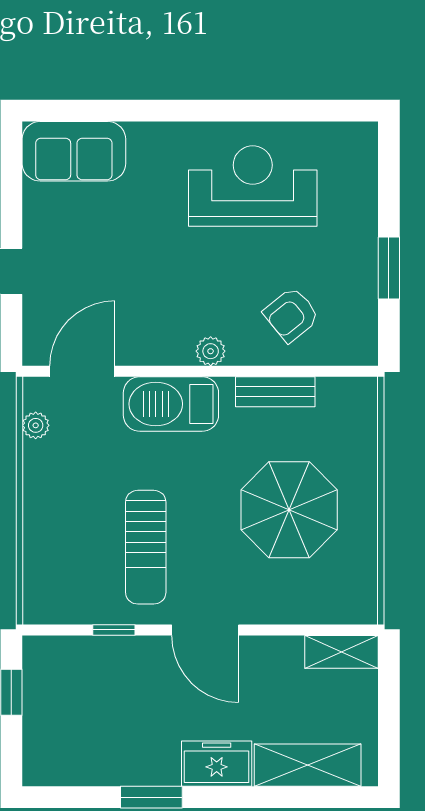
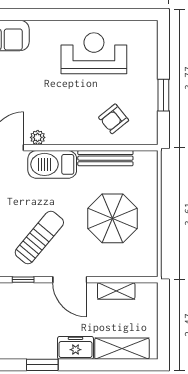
plant: (211, 351) -> (38, 137), moved
bench: (275, 392) -> (105, 158), width x1.36
sun lounger: (146, 547) -> (39, 237), turned -140
shelving: (341, 652) -> (116, 291), moved

